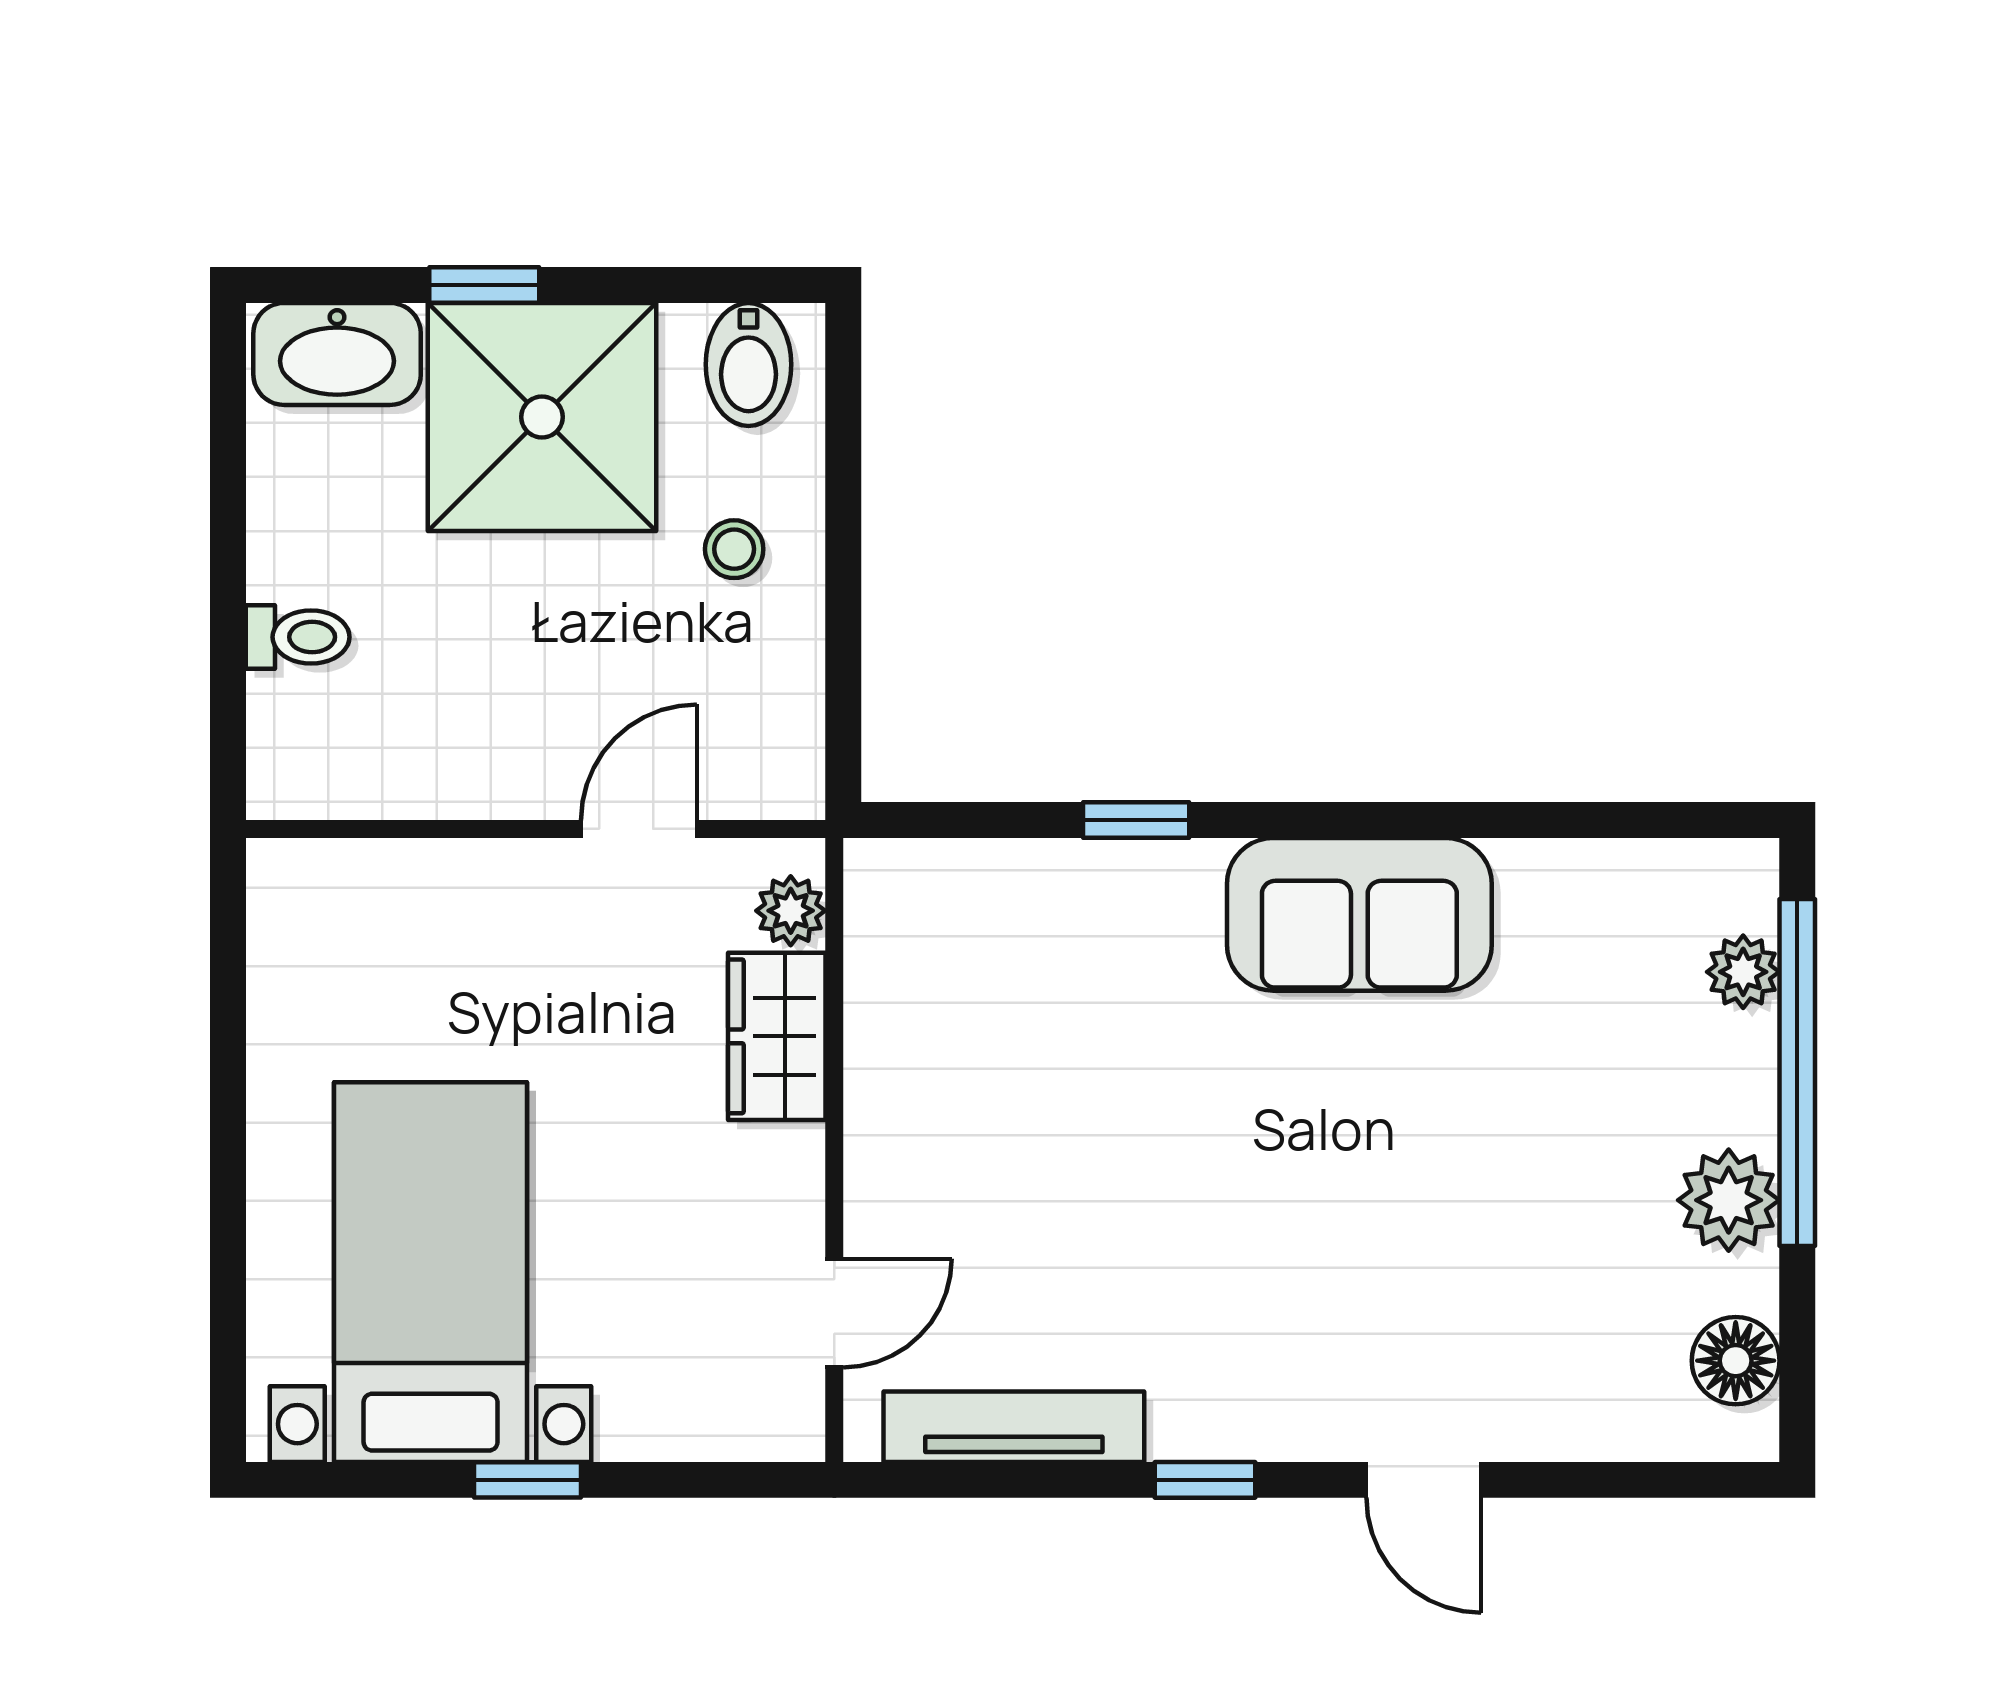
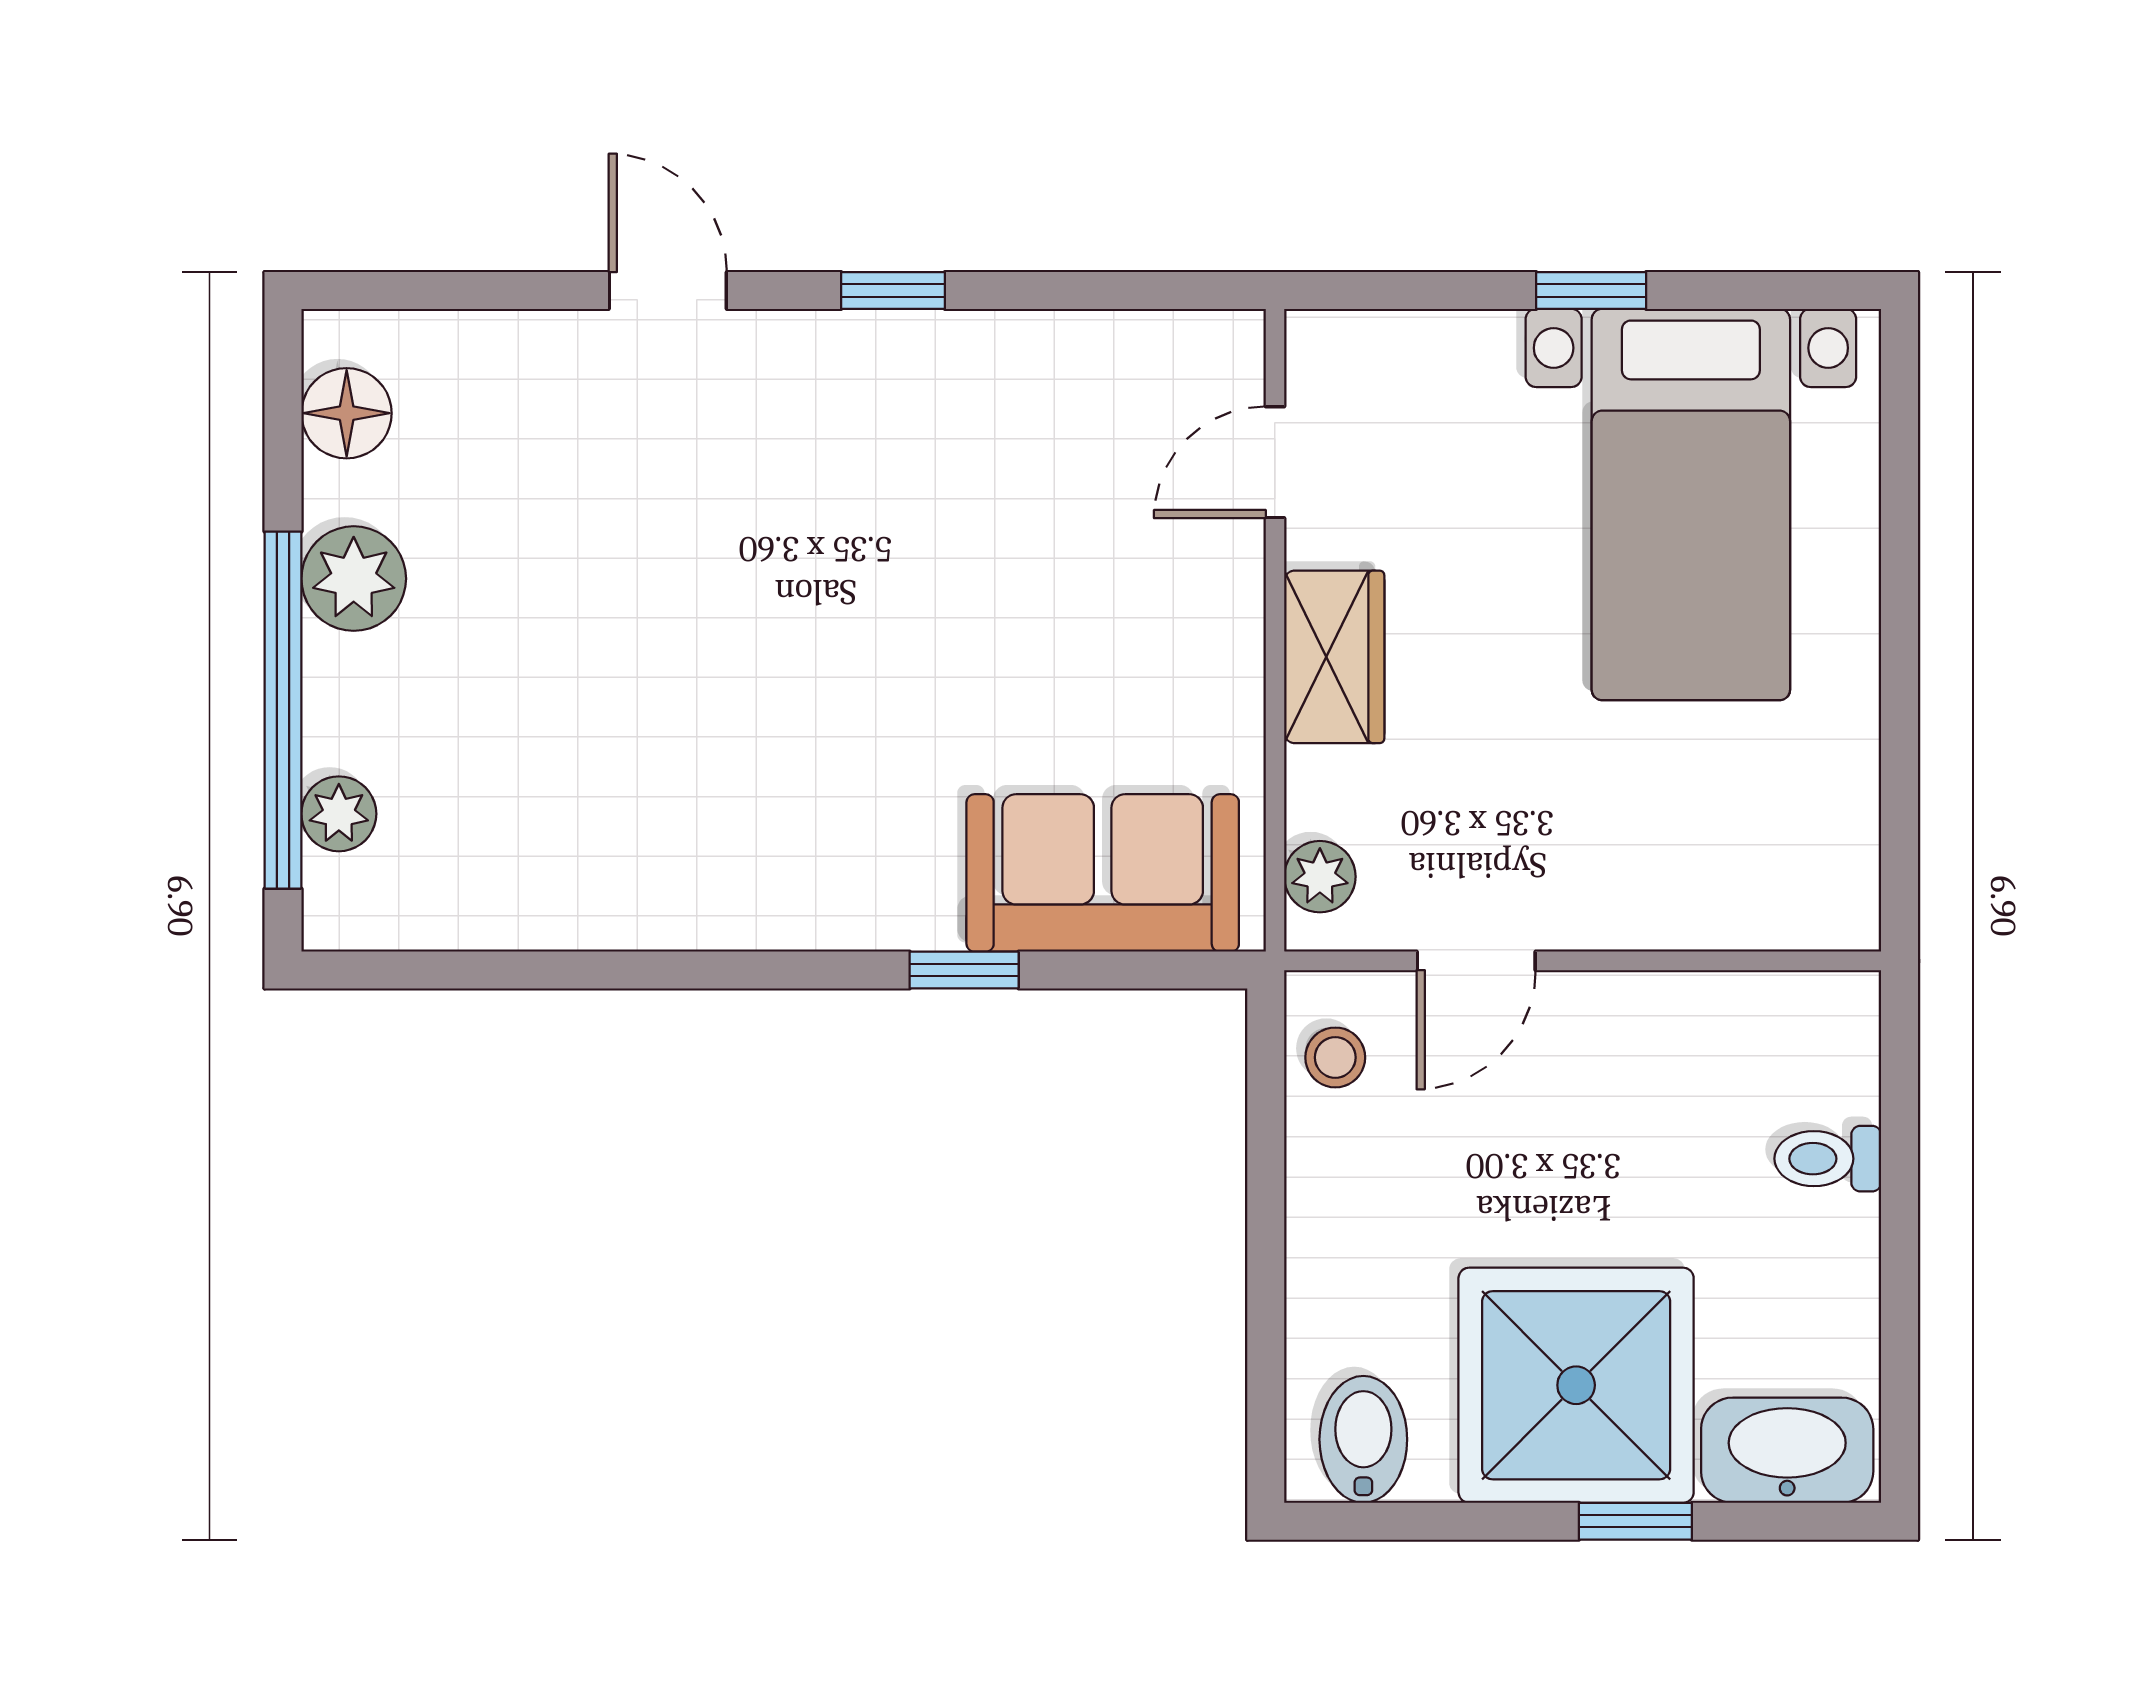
stool: (734, 549) -> (1335, 1057), moved
sofa: (1359, 914) -> (1103, 873), moved
wardrobe: (777, 1036) -> (1334, 657), moved
tv unit: (1014, 1427) -> (1090, 345), removed

